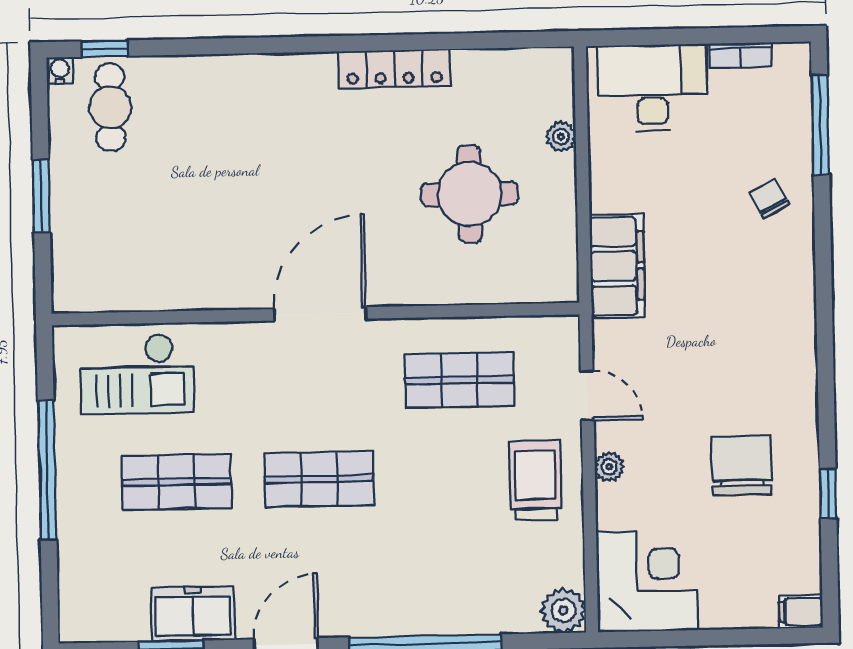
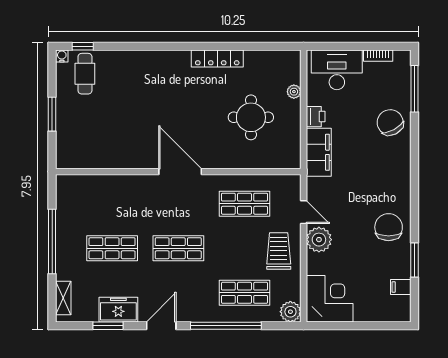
printer: (609, 189) -> (316, 117), added
chair: (769, 199) -> (390, 122), width x1.87, depth x1.87
door: (320, 314) -> (180, 172), hinge flipped
checkout: (137, 374) -> (95, 198), removed
chair: (742, 465) -> (389, 227), moved
plant: (609, 467) -> (319, 240), width x1.88, depth x1.88
window: (828, 494) -> (414, 260), width x1.50
shop shelf: (464, 572) -> (244, 293), added
shelving: (74, 591) -> (63, 298), added
filing cabinet: (801, 612) -> (401, 287), moved

